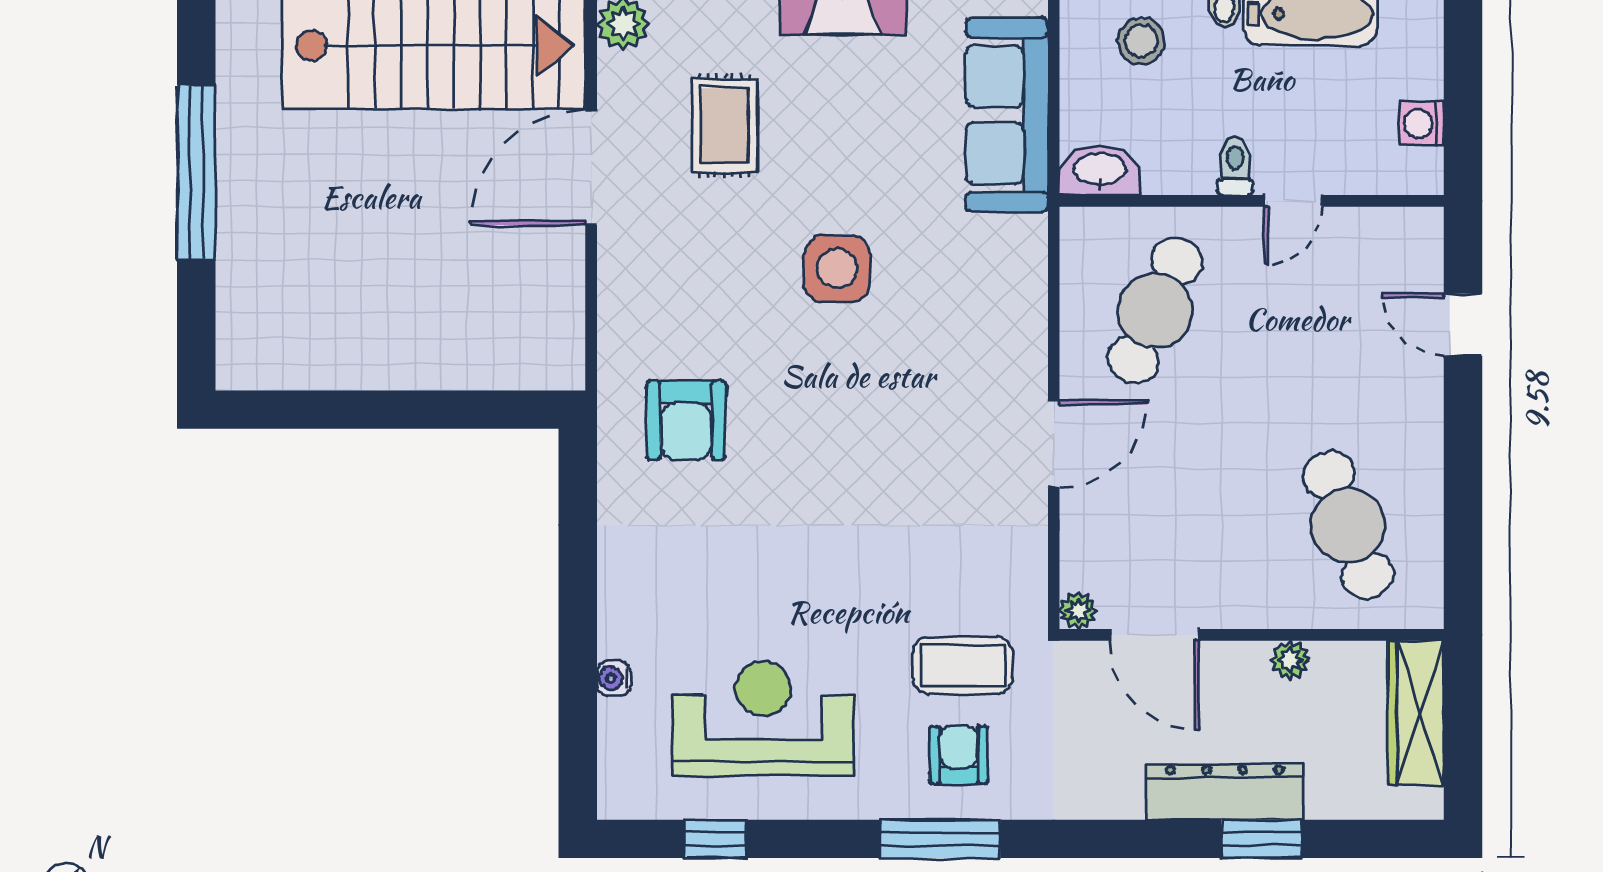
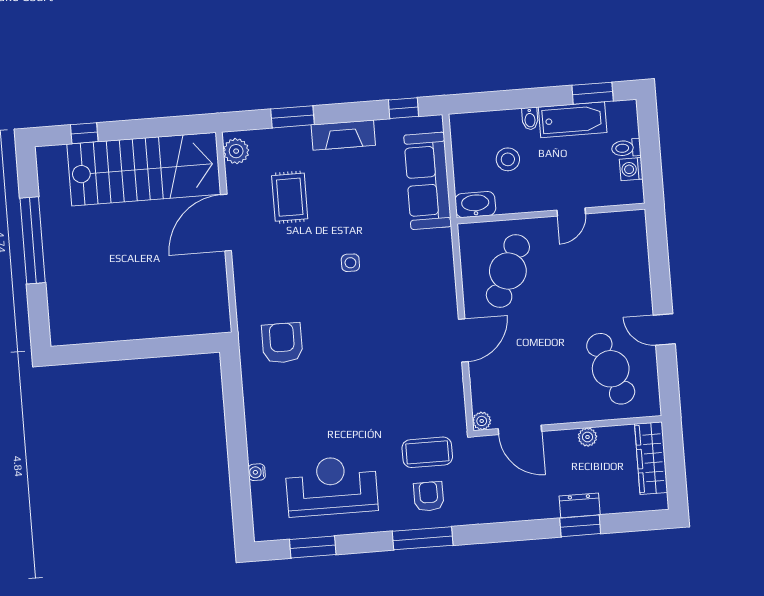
stool: (1141, 41) -> (508, 159), moved
toilet: (1235, 166) -> (626, 148), moved, turned -90
side table: (837, 269) -> (350, 263), width x0.54, depth x0.54
door: (1463, 325) -> (664, 330), moved
armchair: (686, 420) -> (282, 343), turned 180
dresser: (1225, 792) -> (580, 505), width x0.51, depth x0.80
window: (715, 839) -> (313, 547), width x1.50

